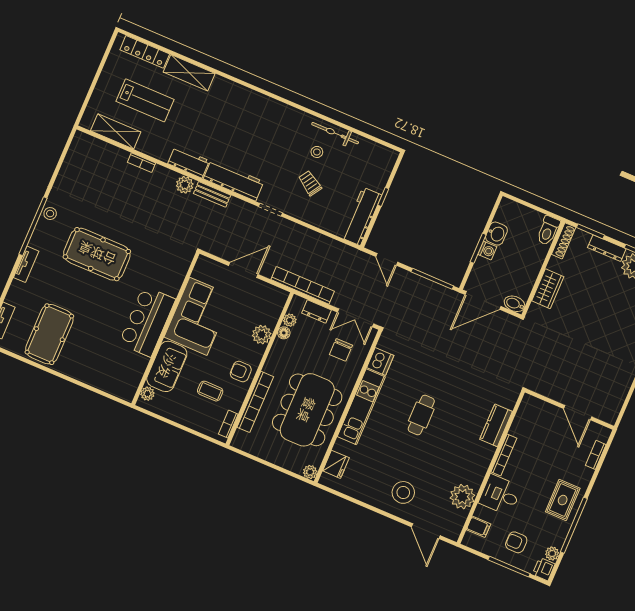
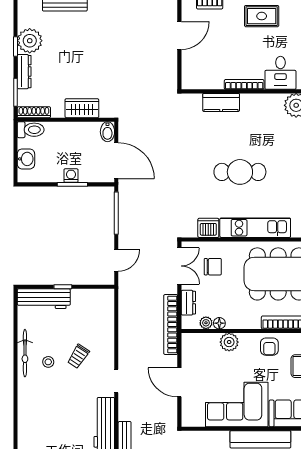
workbench: (362, 216) -> (44, 299), moved
washbasin: (496, 234) -> (26, 159), moved, turned 90
cafe table: (421, 415) -> (240, 172), width x1.37, depth x1.35

